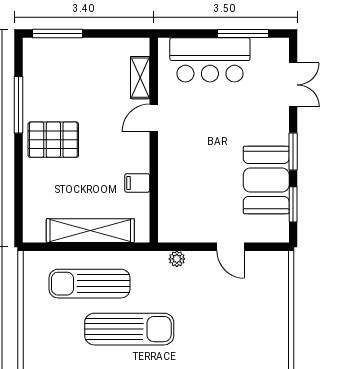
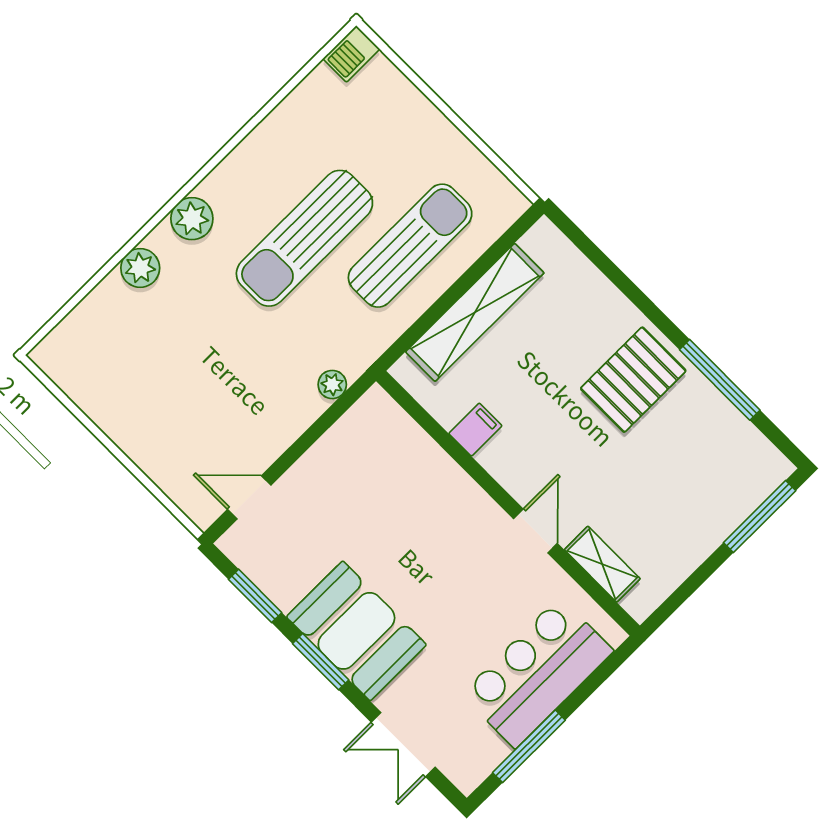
booth: (266, 180) -> (356, 631), moved
door: (230, 247) -> (249, 497), moved

